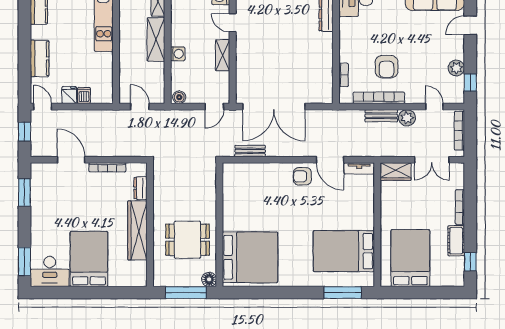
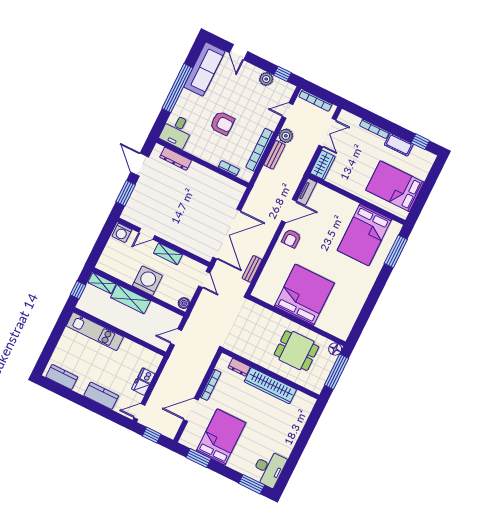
washing machine: (178, 54) -> (147, 281), width x1.89, depth x1.89
armchair: (387, 67) -> (222, 123), moved
dining table: (188, 240) -> (296, 351), turned 90
bed: (250, 257) -> (304, 295), moved
bed: (89, 259) -> (221, 437), moved, turned 90

